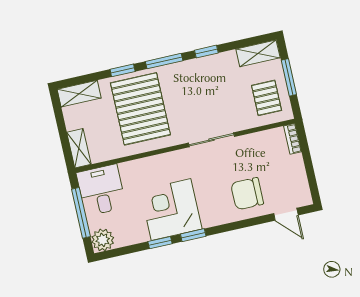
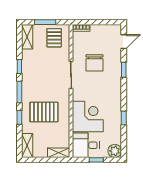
pallet: (267, 98) -> (54, 38), turned 90
pallet: (140, 109) -> (44, 112), width x0.73, depth x0.71
chair: (247, 194) -> (95, 63), moved
corner desk: (171, 210) -> (88, 117), moved, turned 180
window: (81, 213) -> (96, 160), width x0.46
window: (193, 235) -> (124, 70), moved

